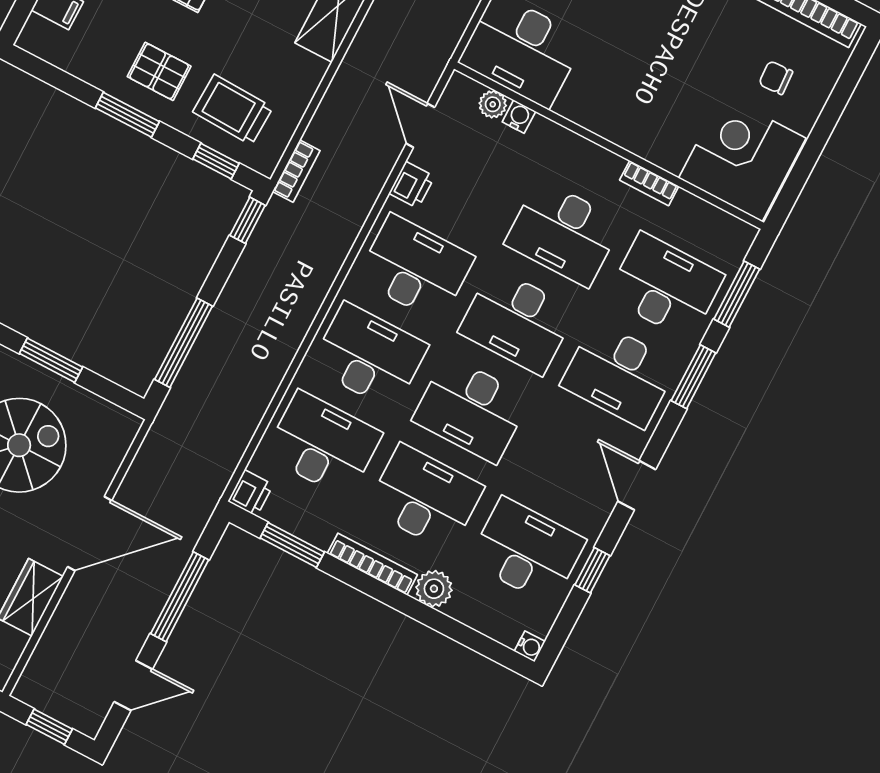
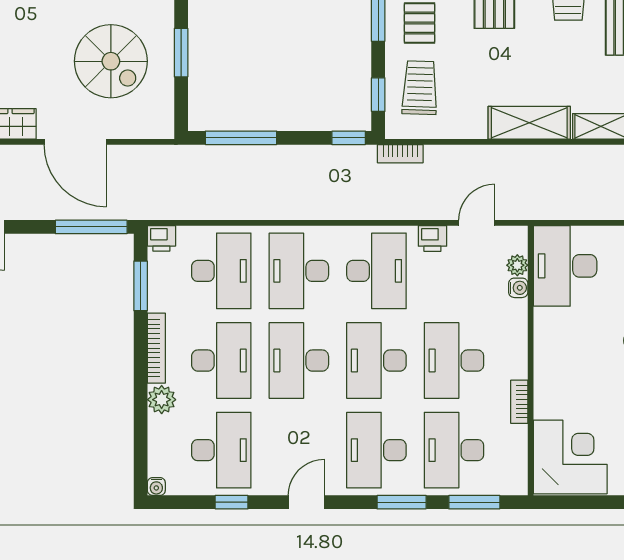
desk: (665, 286) -> (454, 450), turned 180
desk: (369, 356) -> (299, 271), turned 180
window: (180, 597) -> (91, 227), moved

